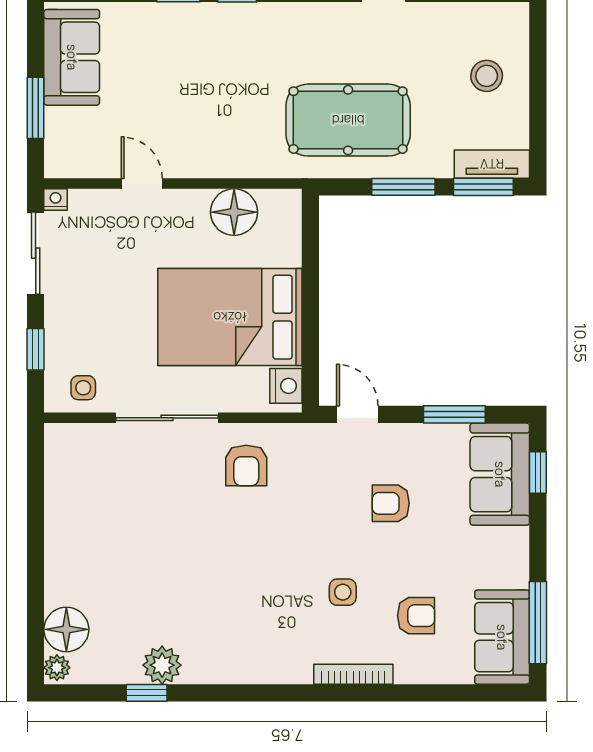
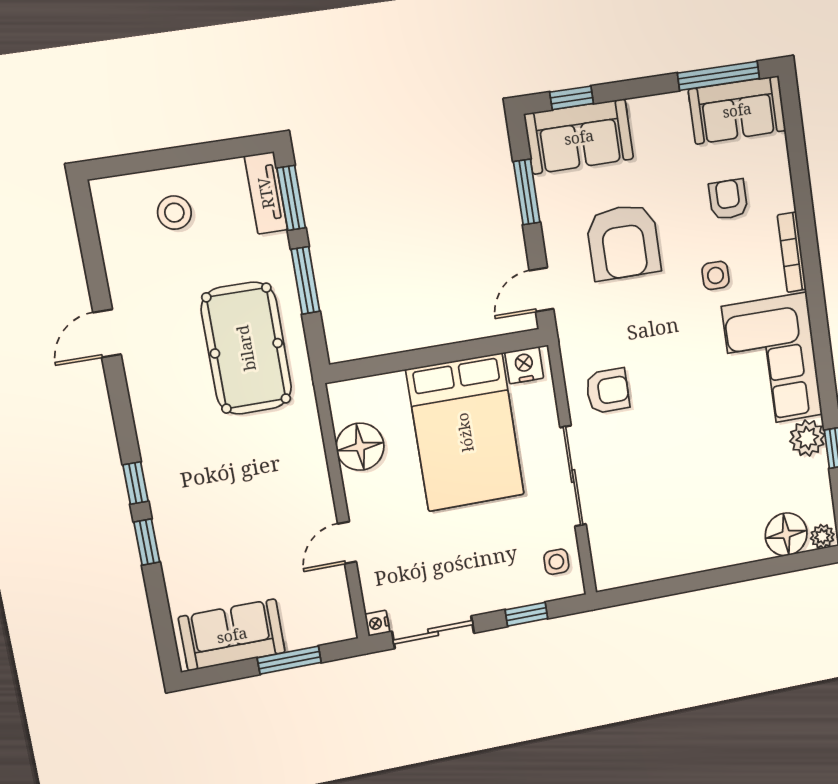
armchair: (391, 503) -> (623, 242), width x1.88, depth x1.88
corner sofa: (247, 639) -> (772, 361), added

